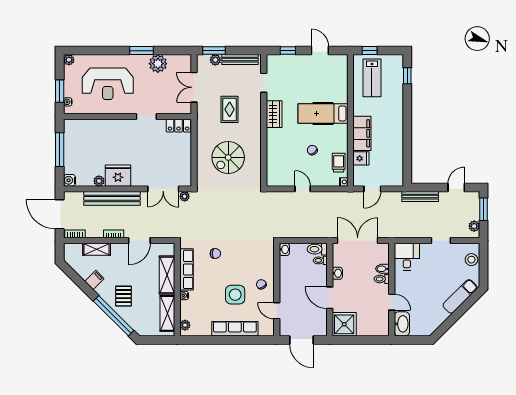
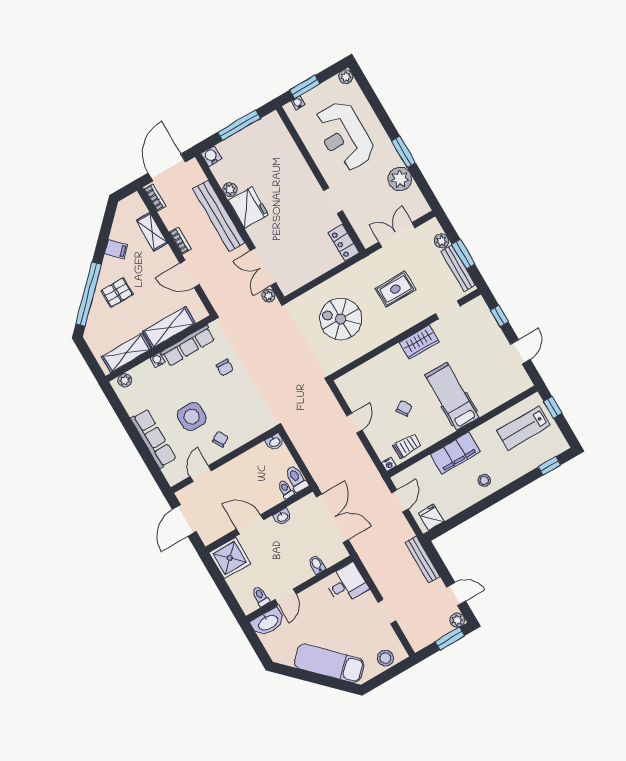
window: (214, 51) -> (463, 254), moved
stool: (391, 125) -> (484, 480), added
fridge: (361, 158) -> (431, 517), moved, turned 180
door: (372, 189) -> (400, 501), swing flipped
plant: (474, 226) -> (457, 620), moved
toilet: (382, 279) -> (261, 596), moved
exam couch: (460, 296) -> (329, 663), width x1.36, depth x1.45
door: (330, 298) -> (250, 524), hinge flipped

